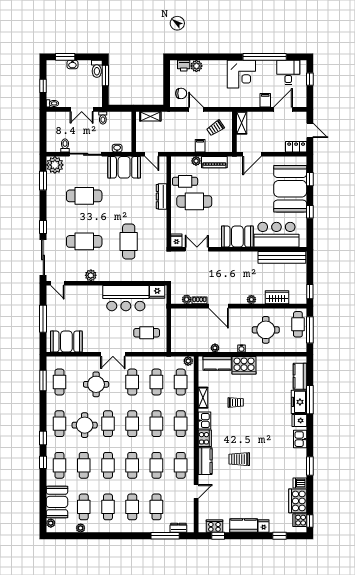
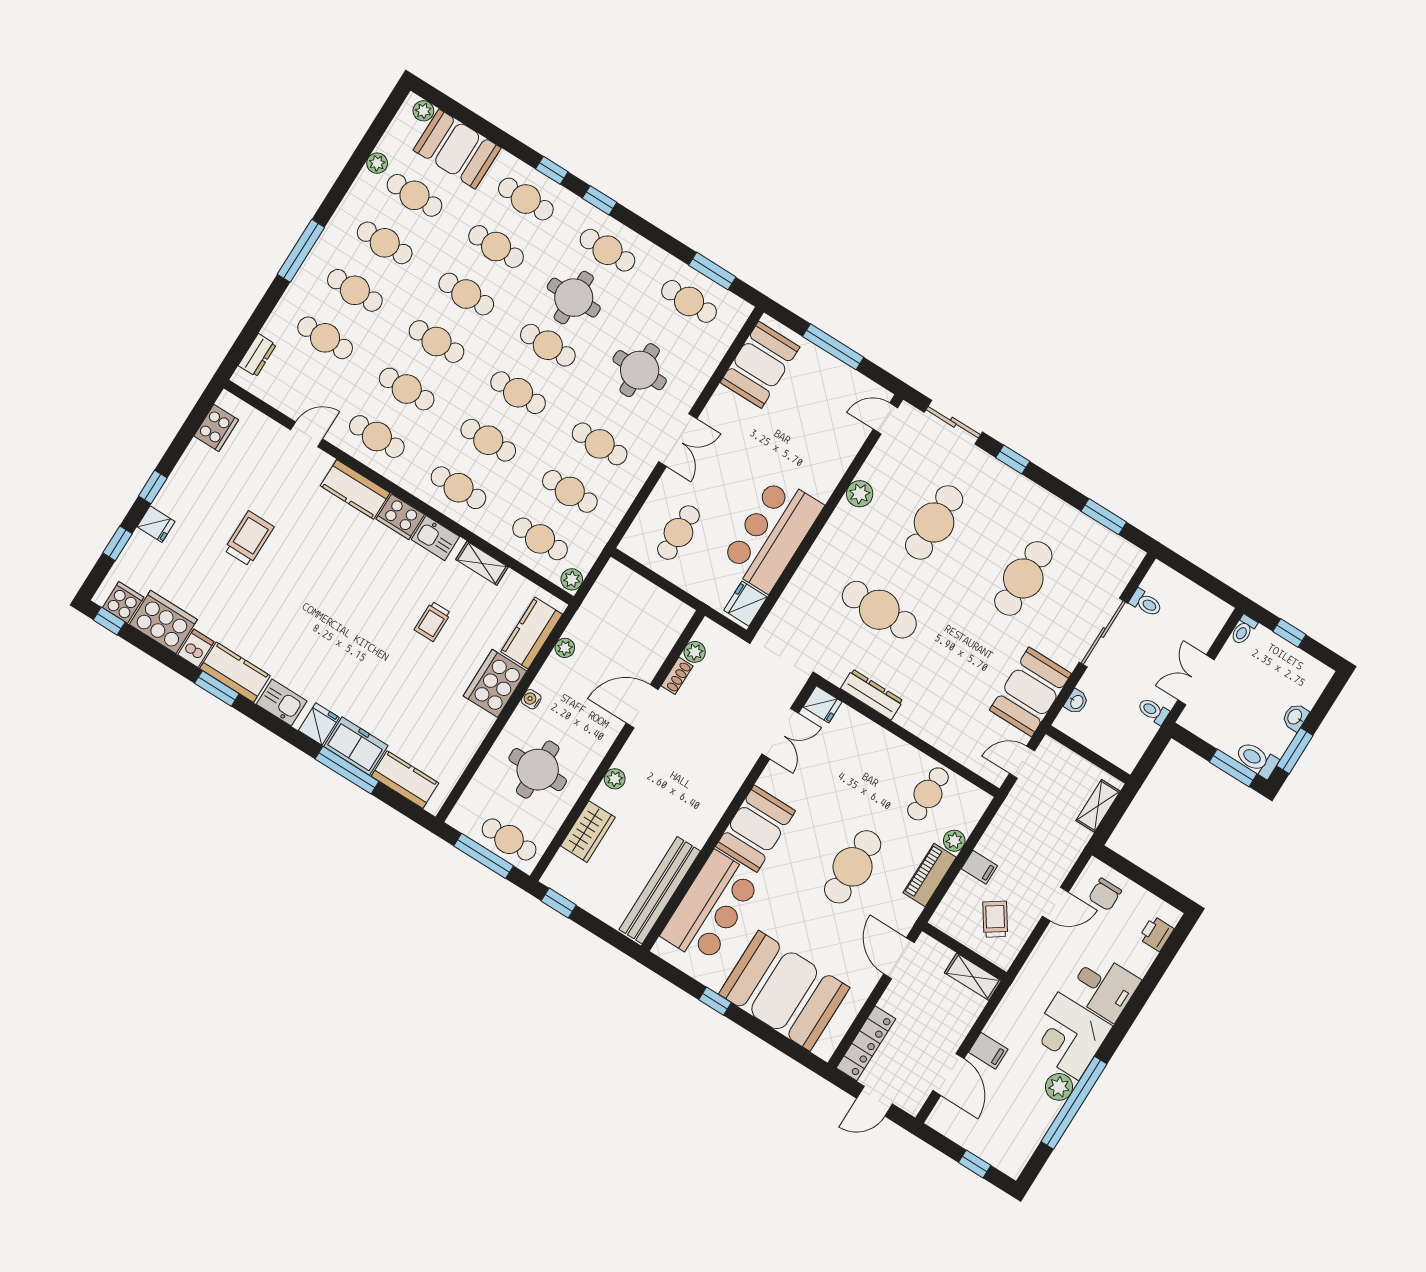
window: (65, 57) -> (1295, 751), moved
plant: (196, 66) -> (1059, 1087), moved
desk: (288, 72) -> (1104, 987), moved
locker: (296, 147) -> (866, 1043), width x1.53
plant: (55, 165) -> (1120, 559), removed
window: (310, 179) -> (779, 1041), removed
dresser: (162, 197) -> (872, 695), moved
cafe table: (194, 201) -> (853, 867), moved
sliding door: (43, 257) -> (953, 422), width x0.73
double door: (113, 354) -> (678, 440), swing flipped
trolley: (239, 459) -> (249, 538), moved
door: (196, 491) -> (307, 434), swing flipped
kitchen counter: (244, 526) -> (235, 672), moved, turned -90
window: (165, 536) -> (301, 251), moved
window: (218, 536) -> (153, 487), moved

